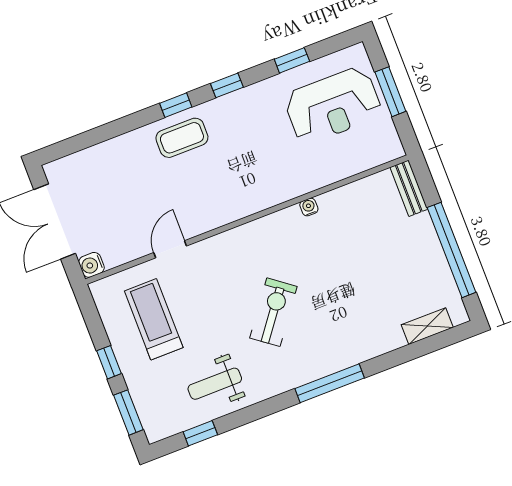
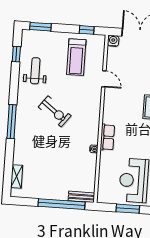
row of seats: (276, 192) -> (107, 137), added
window: (451, 250) -> (62, 204), moved
treadmill: (154, 319) -> (76, 57), turned 90
window: (109, 362) -> (87, 30), moved

